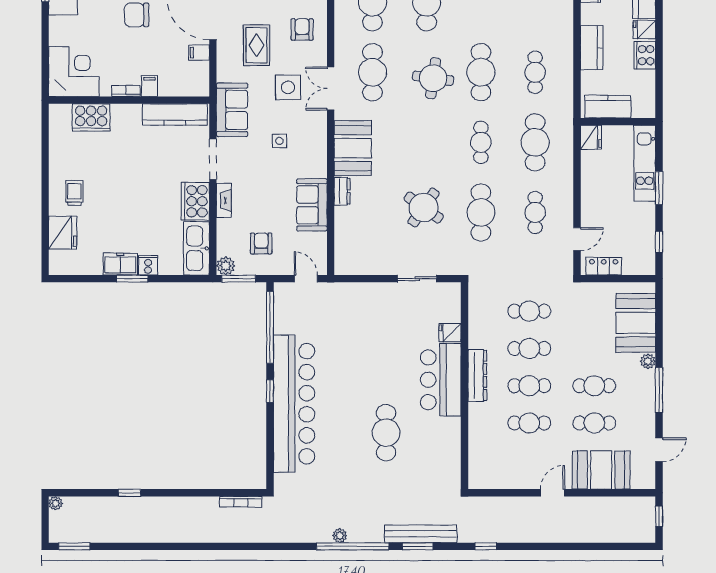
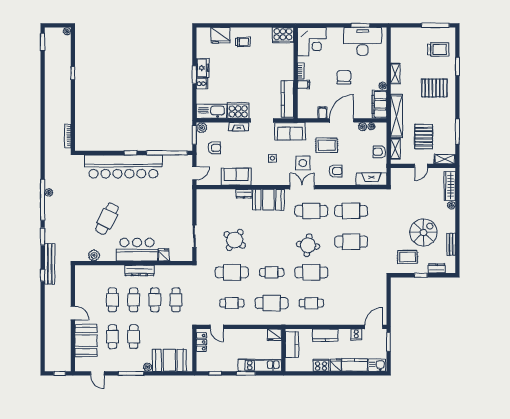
cooker: (91, 118) -> (283, 35), moved, turned -90
cafe table: (386, 433) -> (107, 219), turned -63
plant: (451, 456) -> (94, 255), added
bench: (421, 534) -> (50, 264), moved

